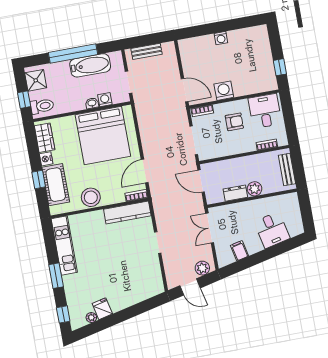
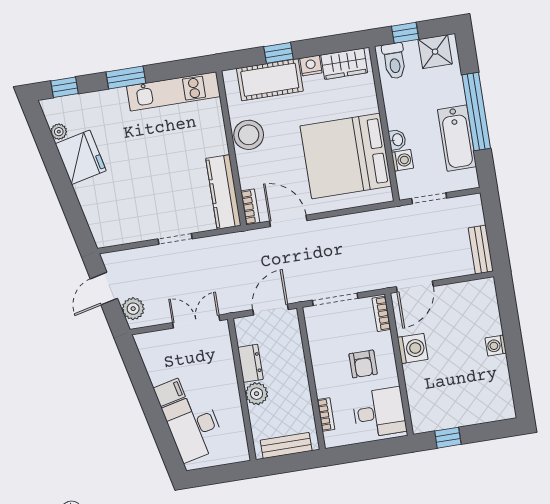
bench: (146, 51) -> (481, 250), moved
desk: (272, 230) -> (194, 427), width x1.37
filing cabinet: (239, 251) -> (169, 392), moved
fridge: (102, 309) -> (81, 157), width x1.88, depth x1.34

